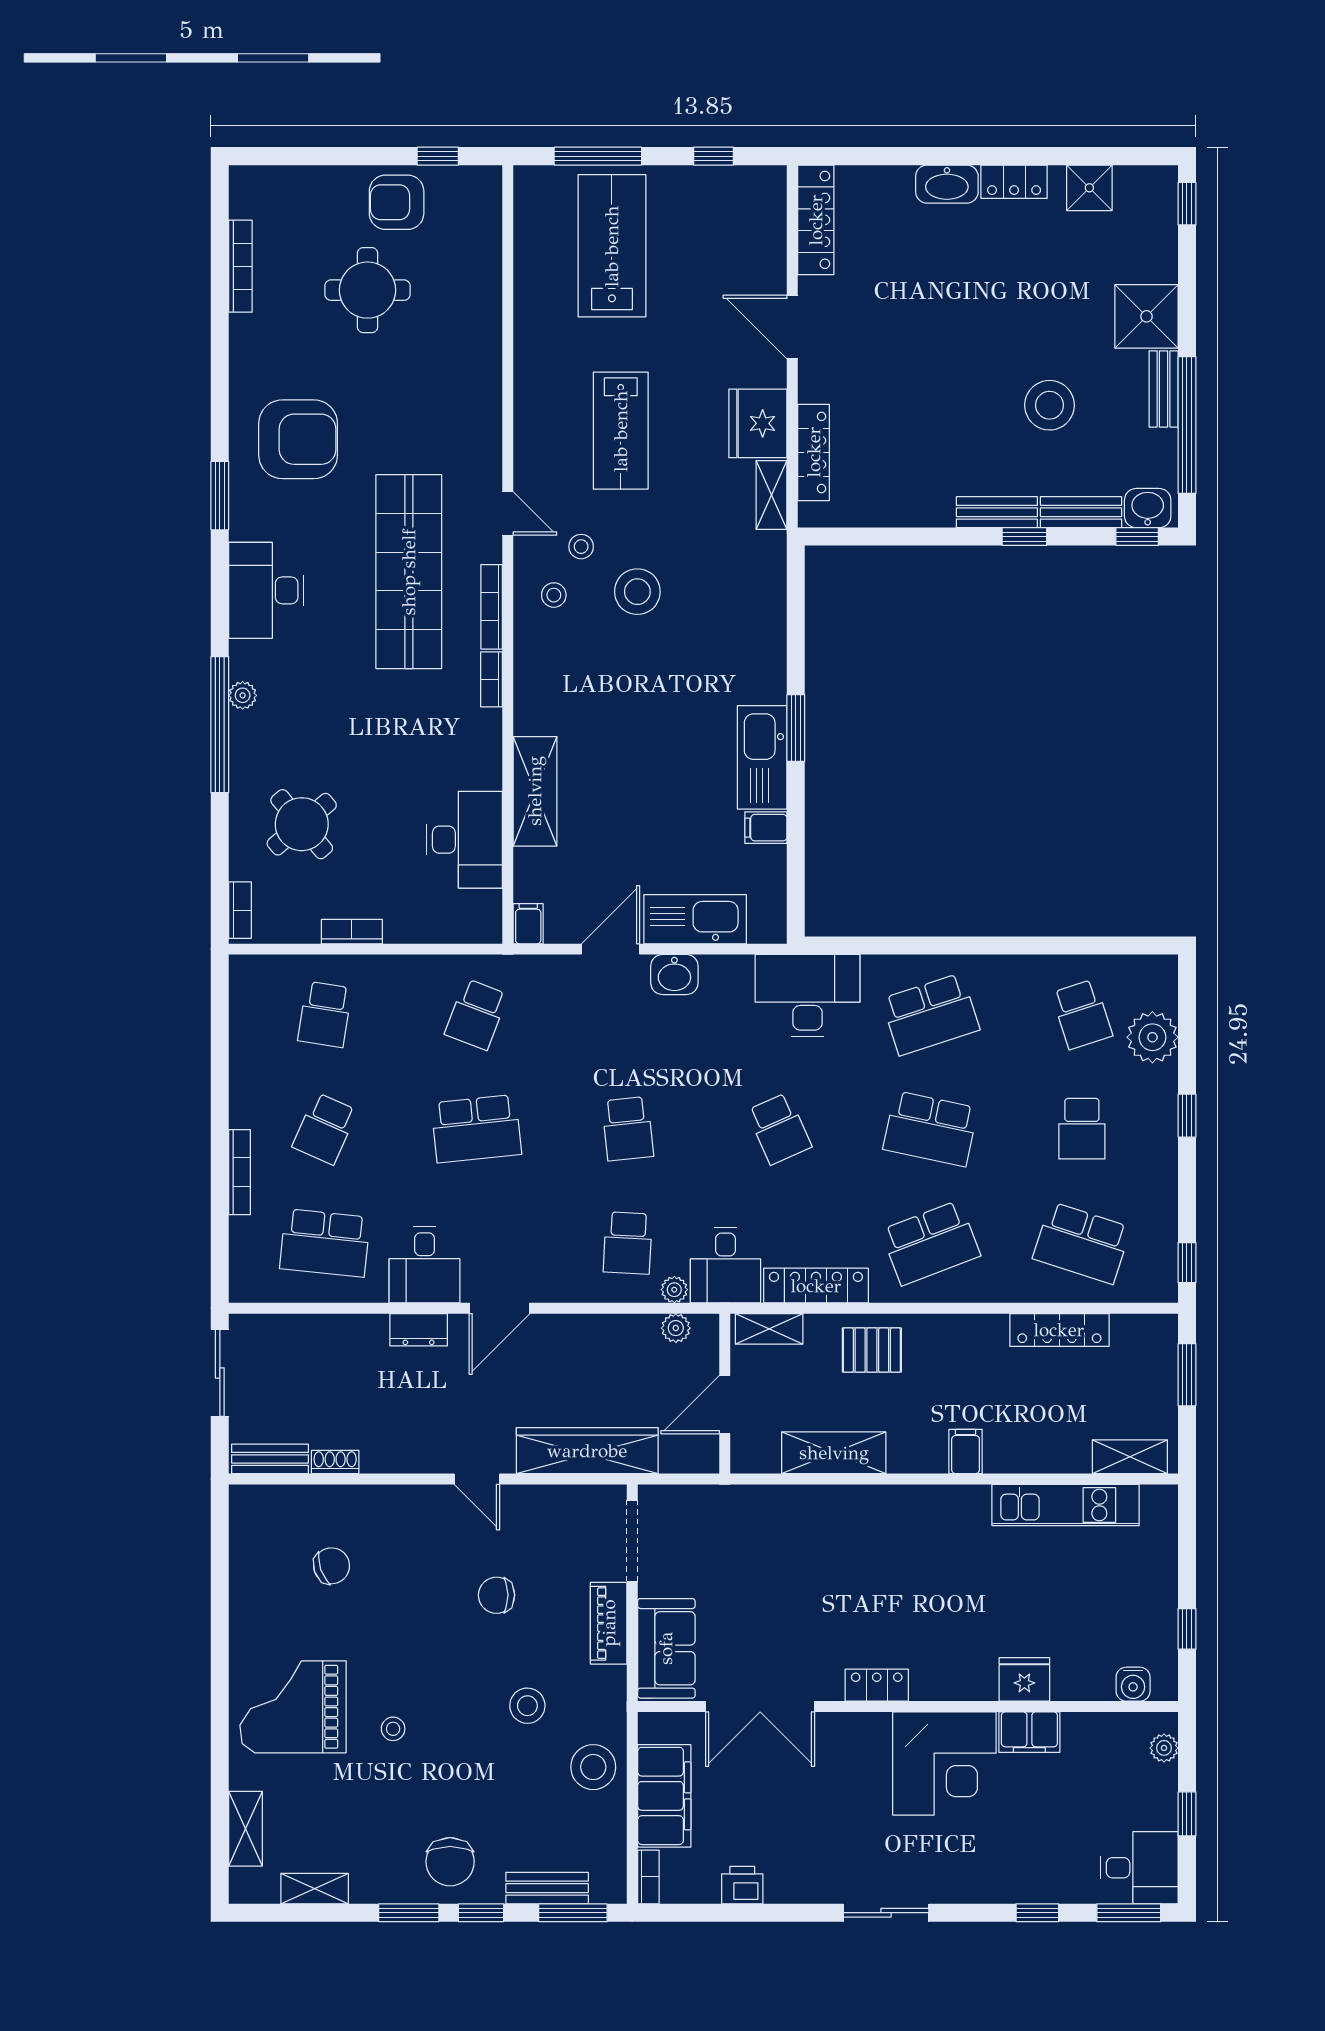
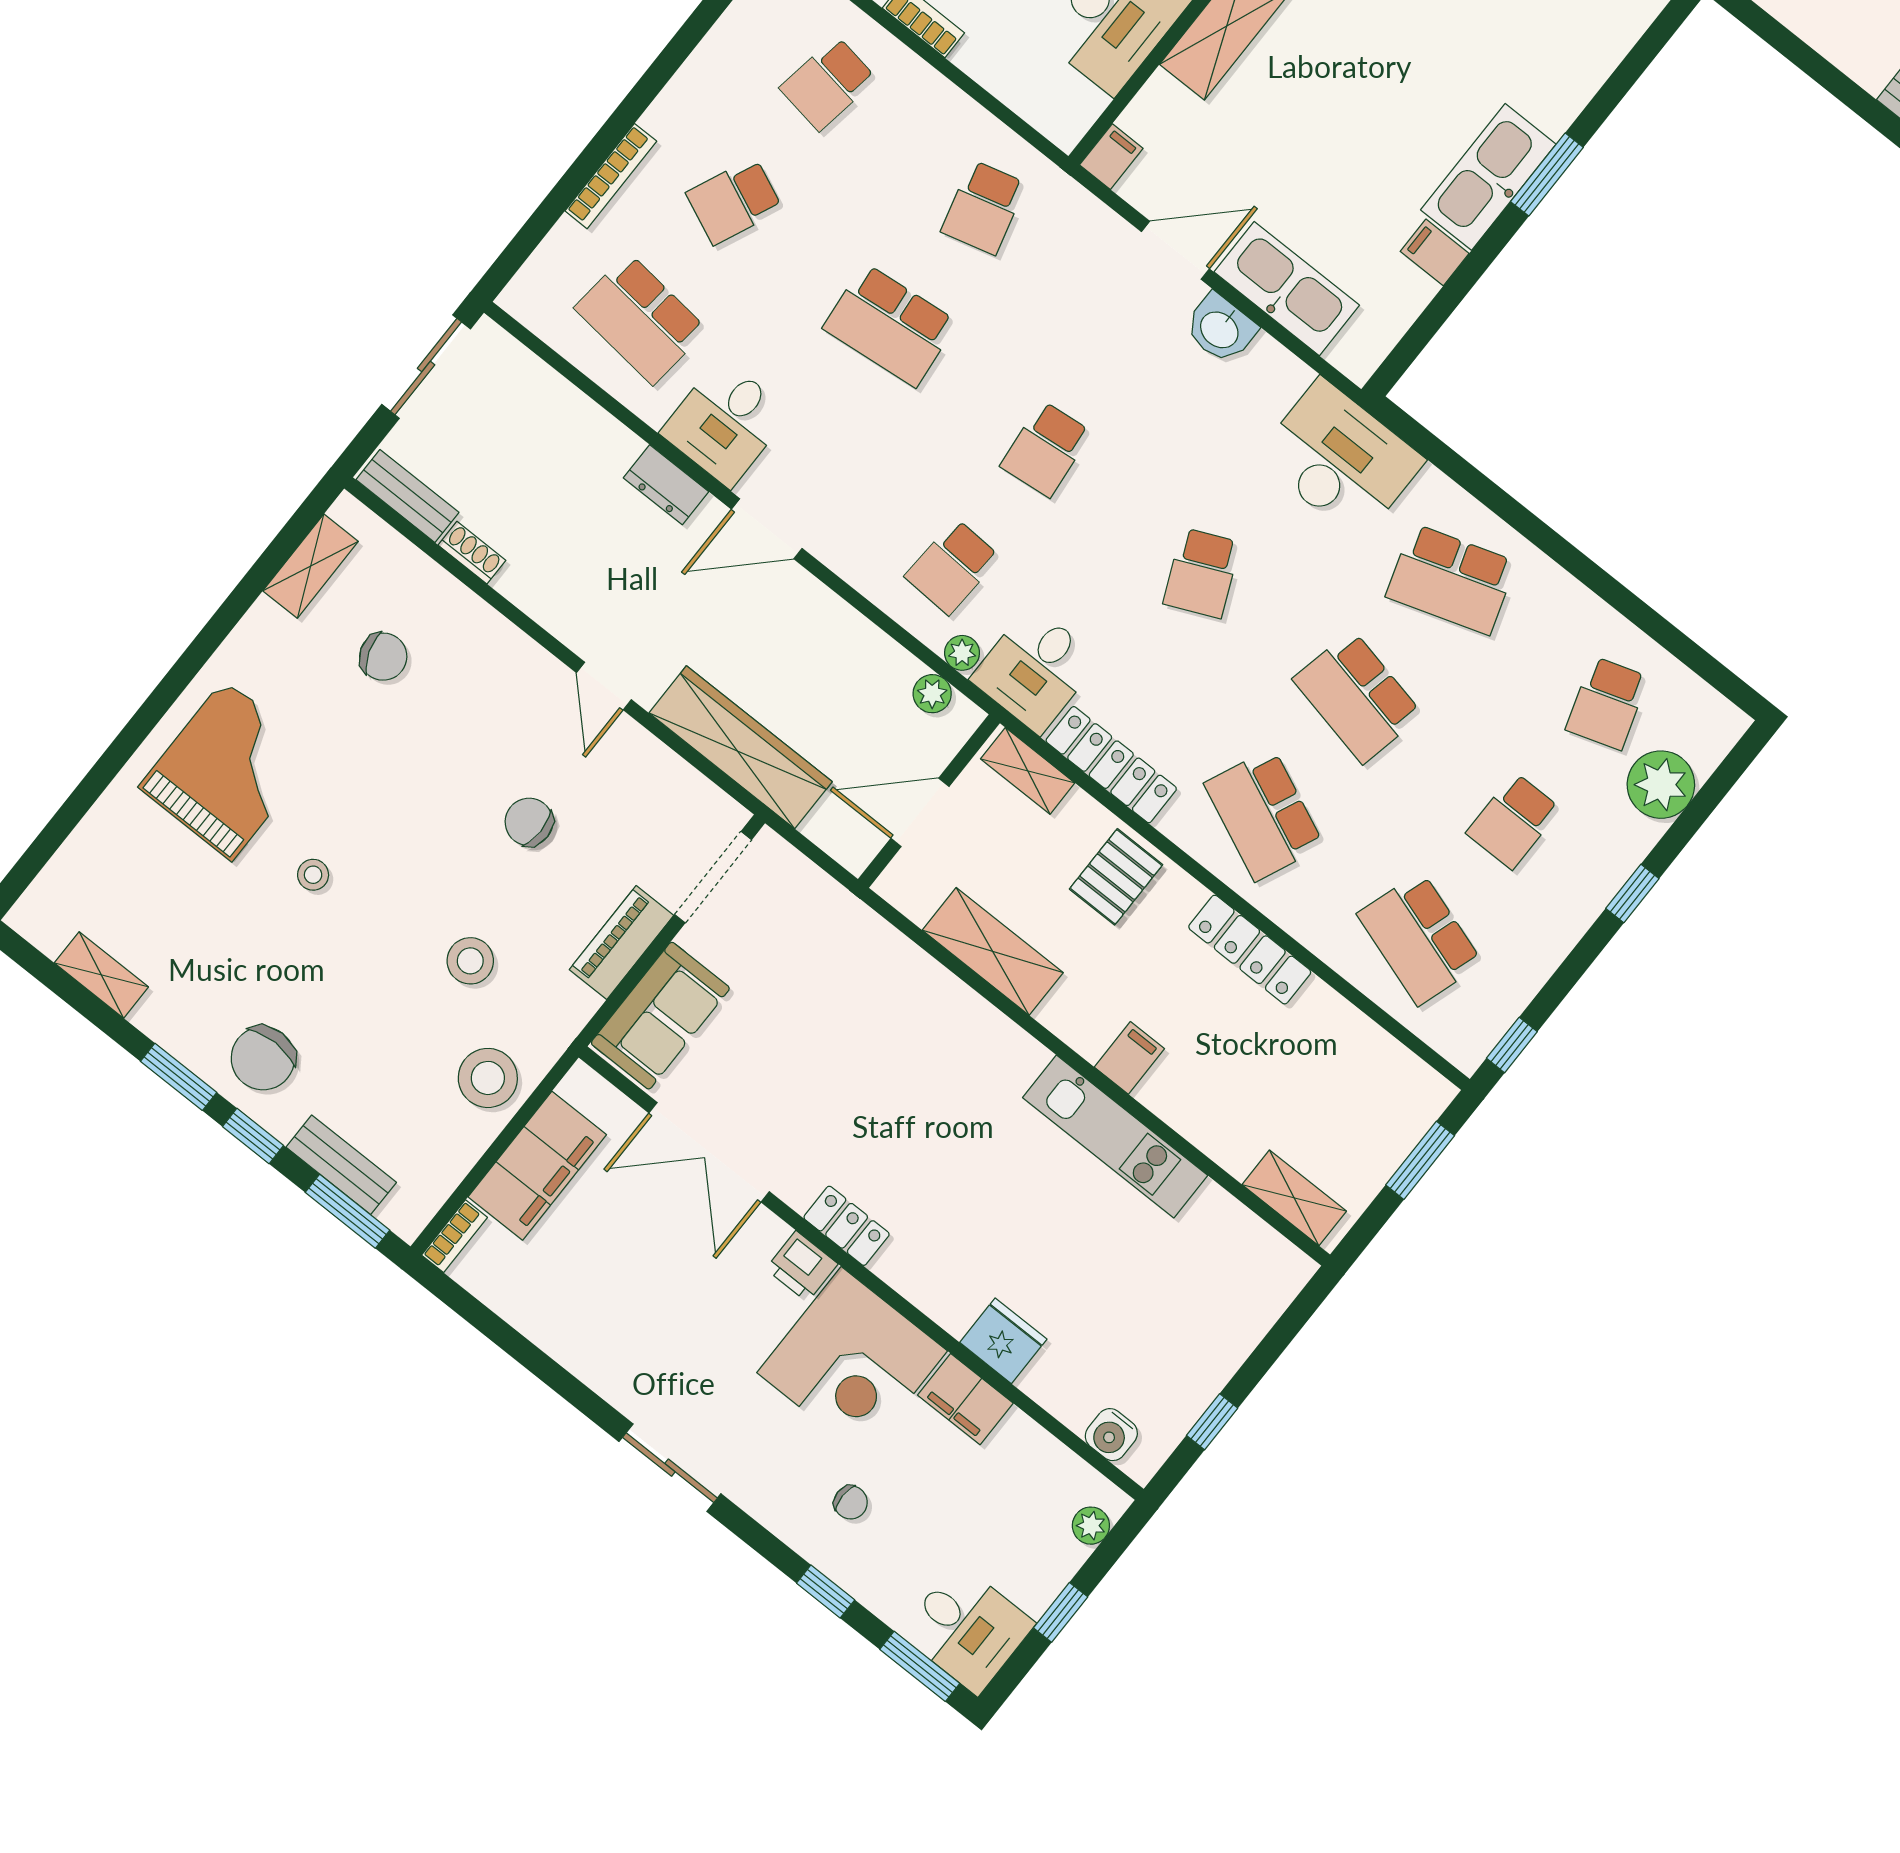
school desk: (476, 1014) -> (984, 207), turned -36
school desk: (930, 1243) -> (1264, 815), turned 45
locker: (1059, 1330) -> (1250, 950), moved
pallet: (872, 1350) -> (1116, 877), turned 90
kitchen unit: (1066, 1505) -> (1115, 1137), moved
grand piano: (293, 1707) -> (228, 770), turned 90
shelving: (245, 1829) -> (311, 566), moved
chair: (1010, 1848) -> (851, 1502), added
printer: (742, 1885) -> (802, 1266), moved, turned 180

